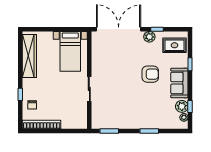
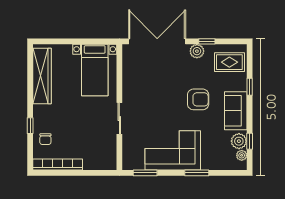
corner sofa: (131, 114) -> (173, 150), added

